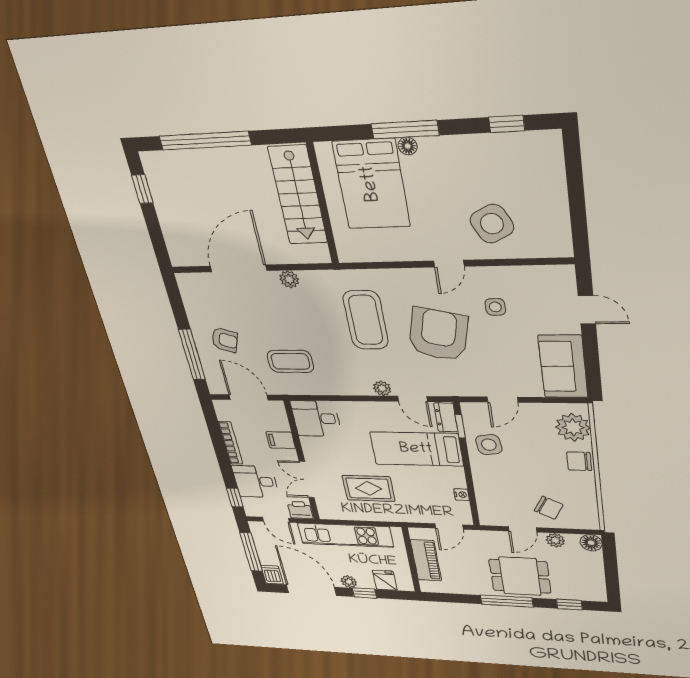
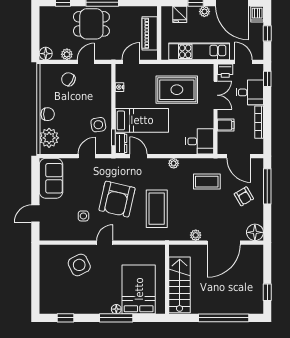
floor lamp: (191, 286) -> (255, 232), added
door: (587, 310) -> (35, 214), hinge flipped
armchair: (225, 340) -> (244, 196), turned -138
plant: (382, 388) -> (174, 163), moved
rug: (369, 488) -> (177, 90), width x1.36, depth x1.43
window: (251, 552) -> (267, 33), width x0.46

